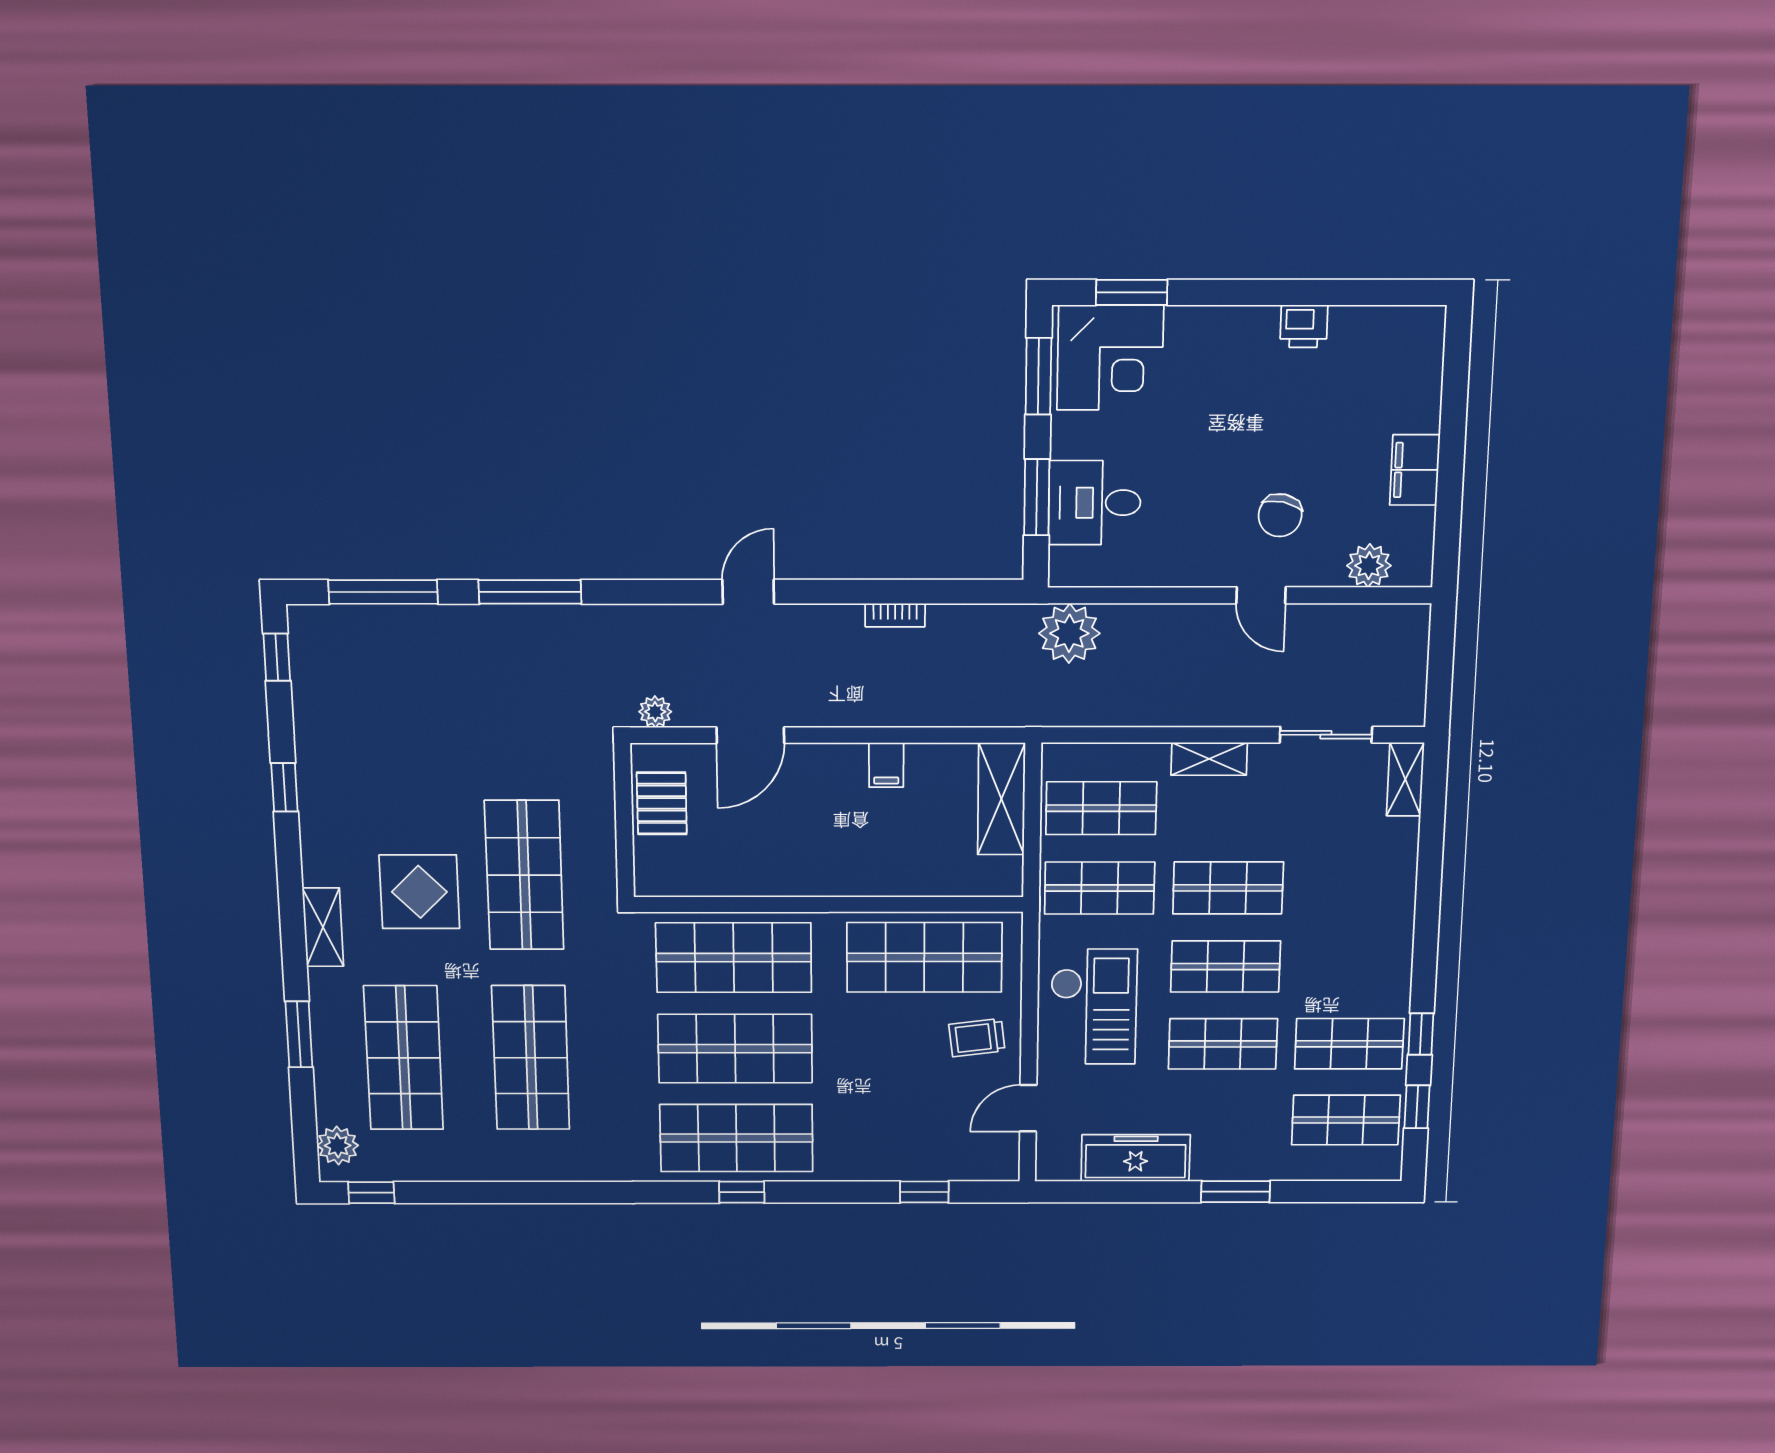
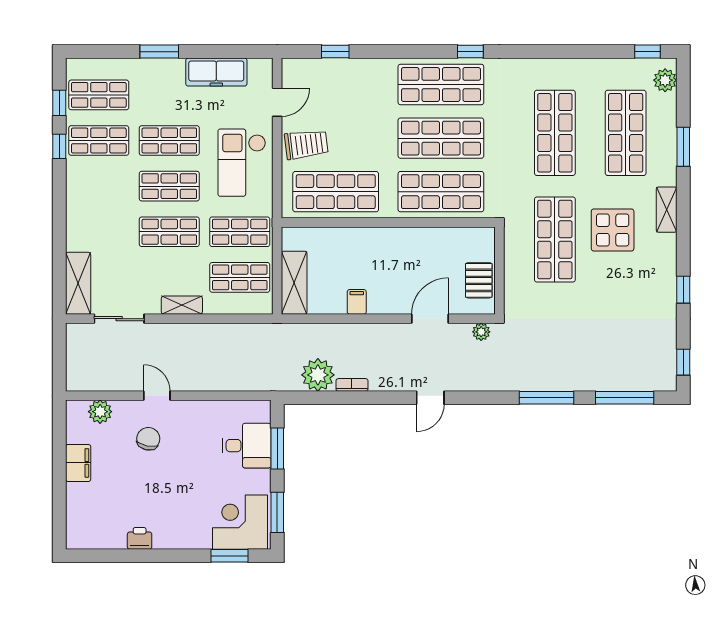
plant: (1069, 633) -> (318, 375), moved
shelving: (1405, 779) -> (78, 283), width x1.50, depth x1.33
trolley: (977, 1038) -> (306, 144), width x1.36, depth x1.39
window: (742, 1192) -> (470, 52), moved

